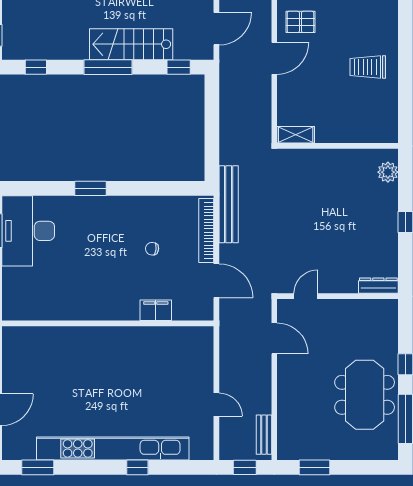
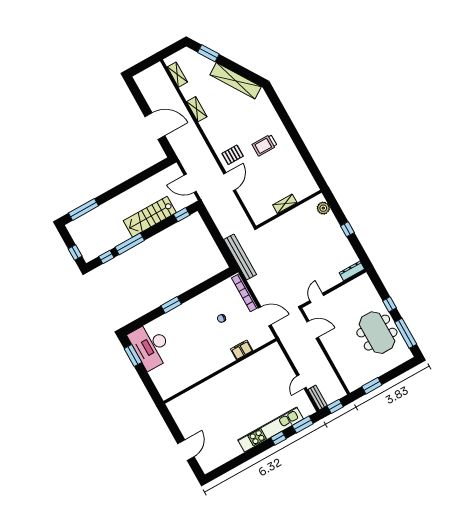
door: (216, 29) -> (190, 183), swing flipped
window: (108, 67) -> (130, 244), moved
trolley: (368, 67) -> (264, 145), moved
shelving: (296, 135) -> (285, 204), moved
bench: (229, 204) -> (240, 257), moved
door: (216, 405) -> (302, 382), swing flipped
bench: (264, 435) -> (318, 398), moved
kitchen unit: (113, 448) -> (271, 430), width x0.73
window: (38, 467) -> (303, 425), moved

